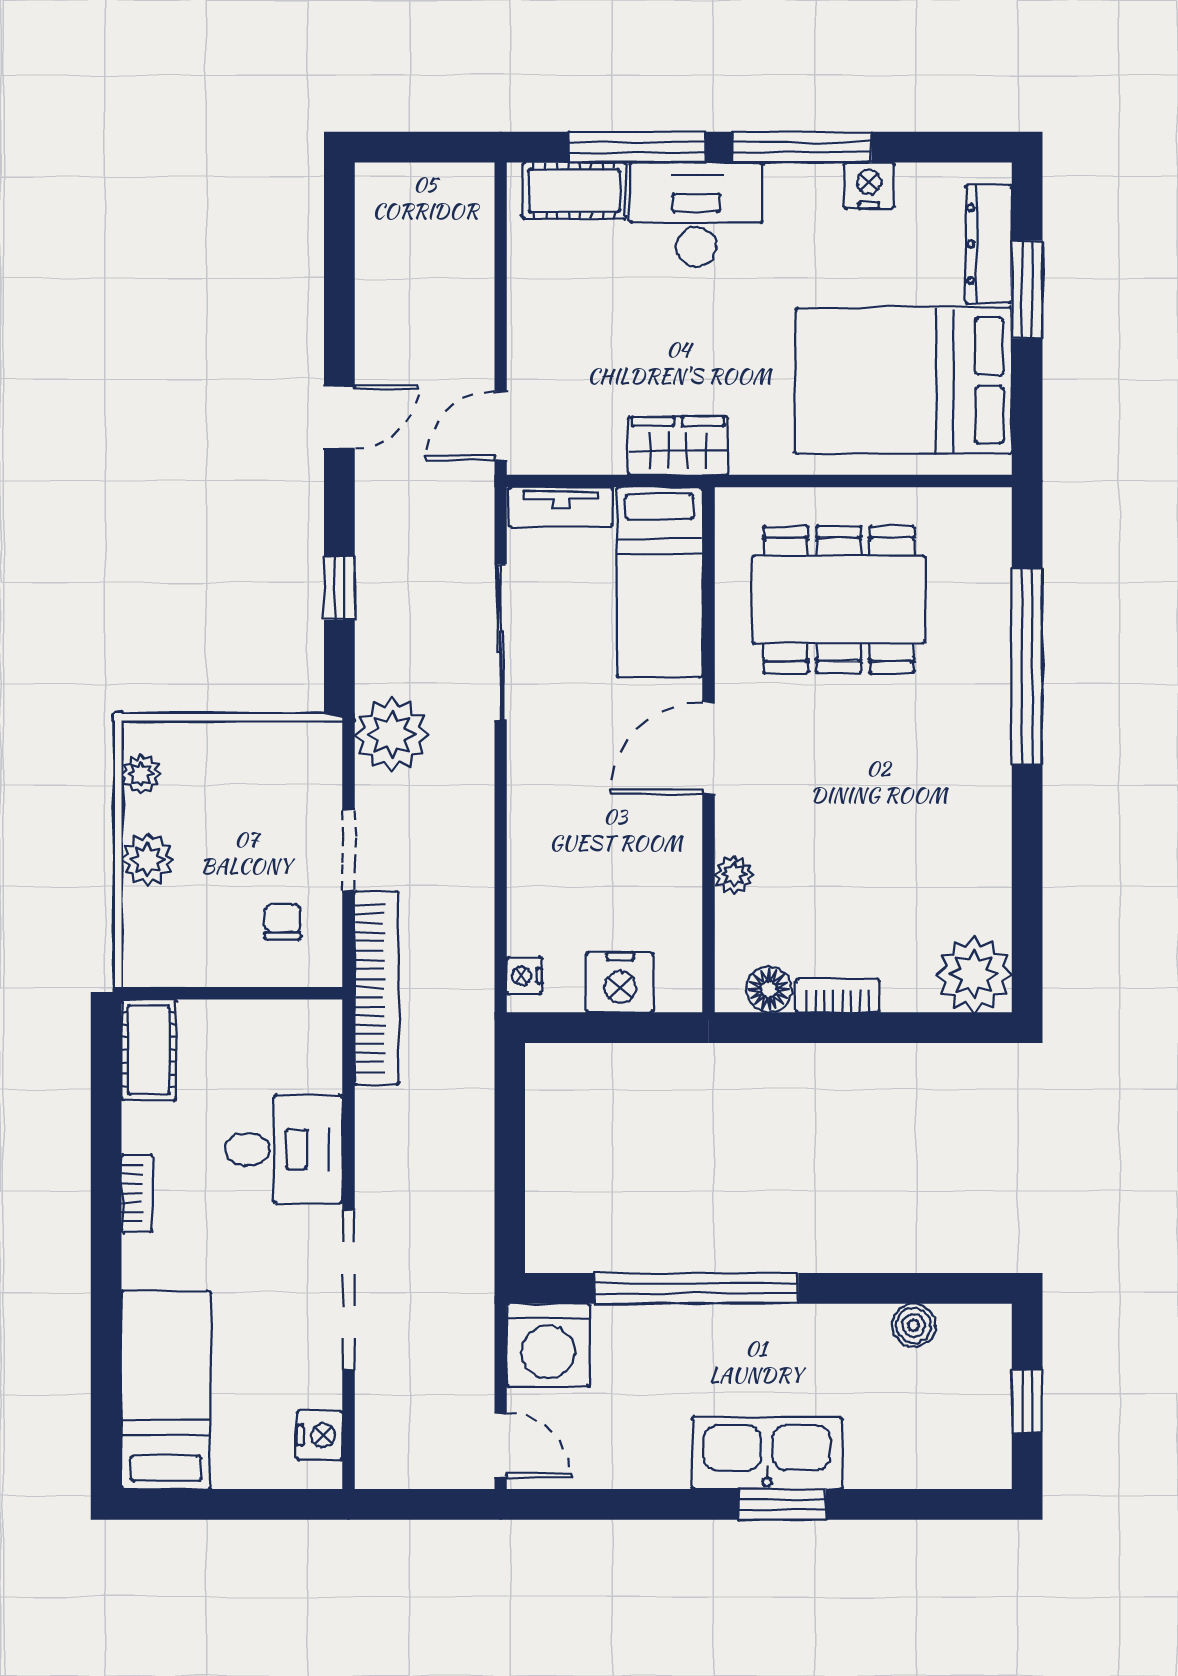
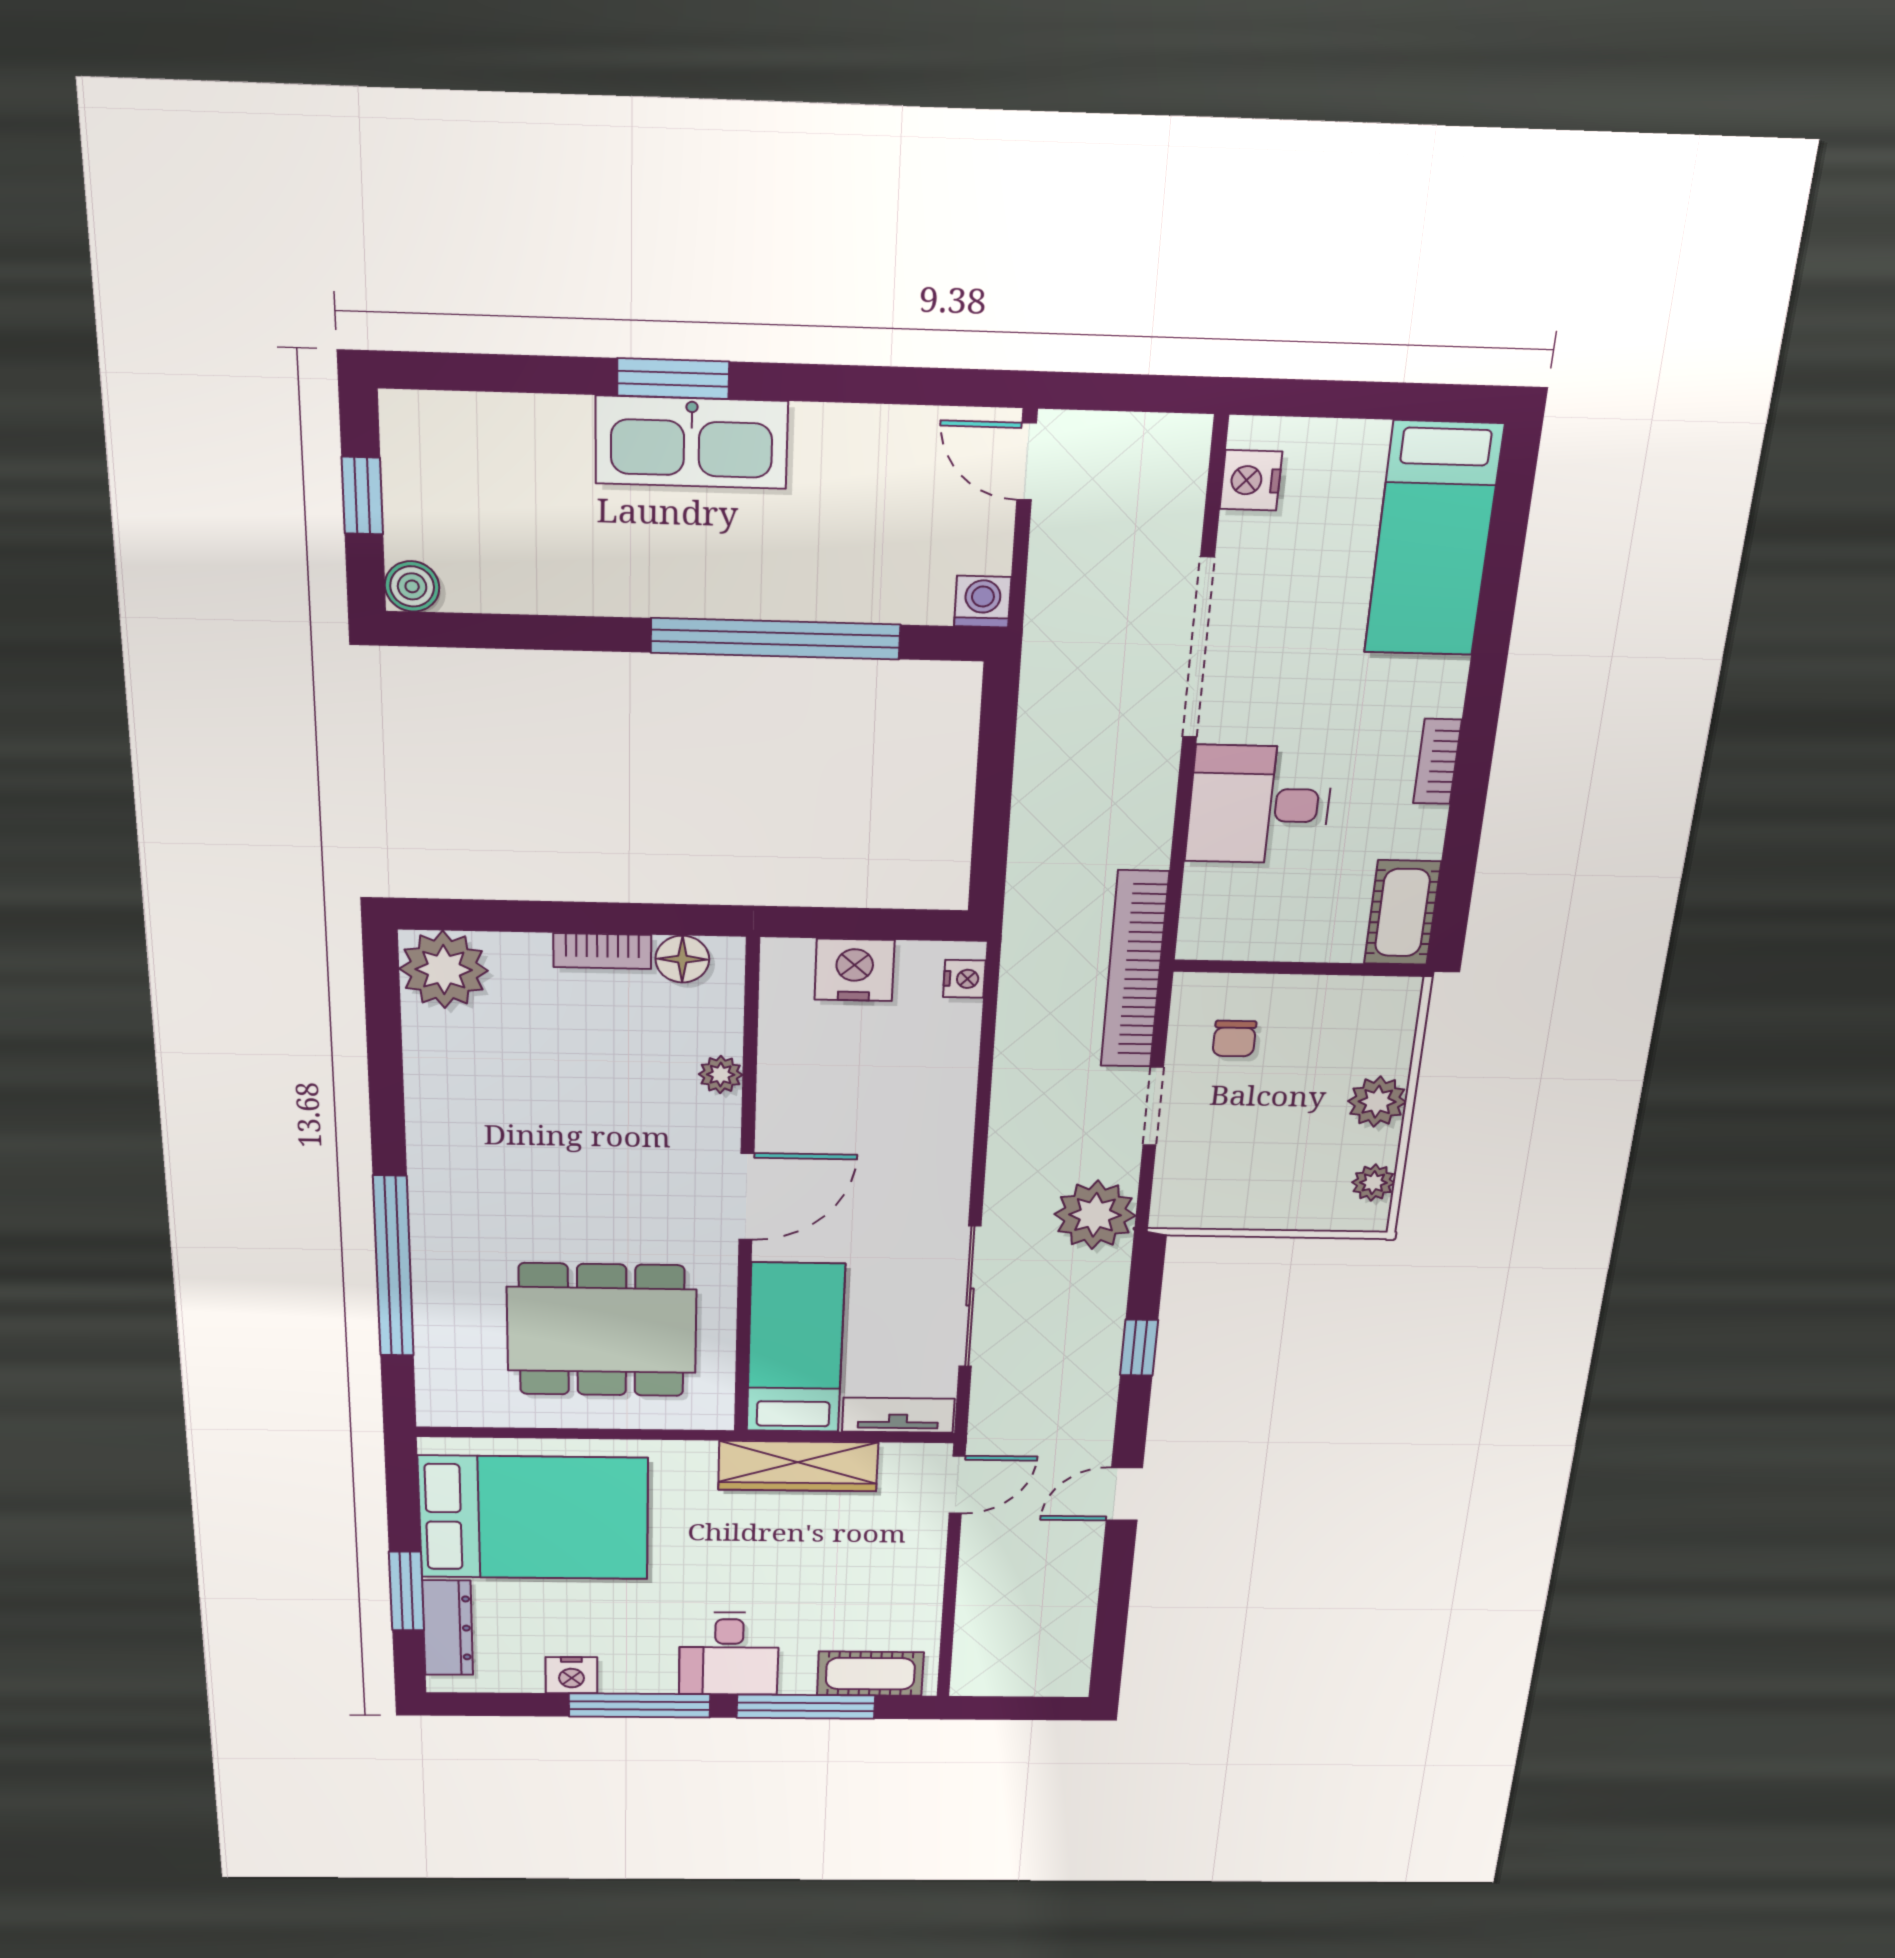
desk: (696, 215) -> (729, 1654), width x0.73
wardrobe: (678, 446) -> (798, 1466), width x1.50
boiler: (914, 1325) -> (412, 586), moved
washing machine: (548, 1345) -> (983, 602), width x0.53, depth x0.53

